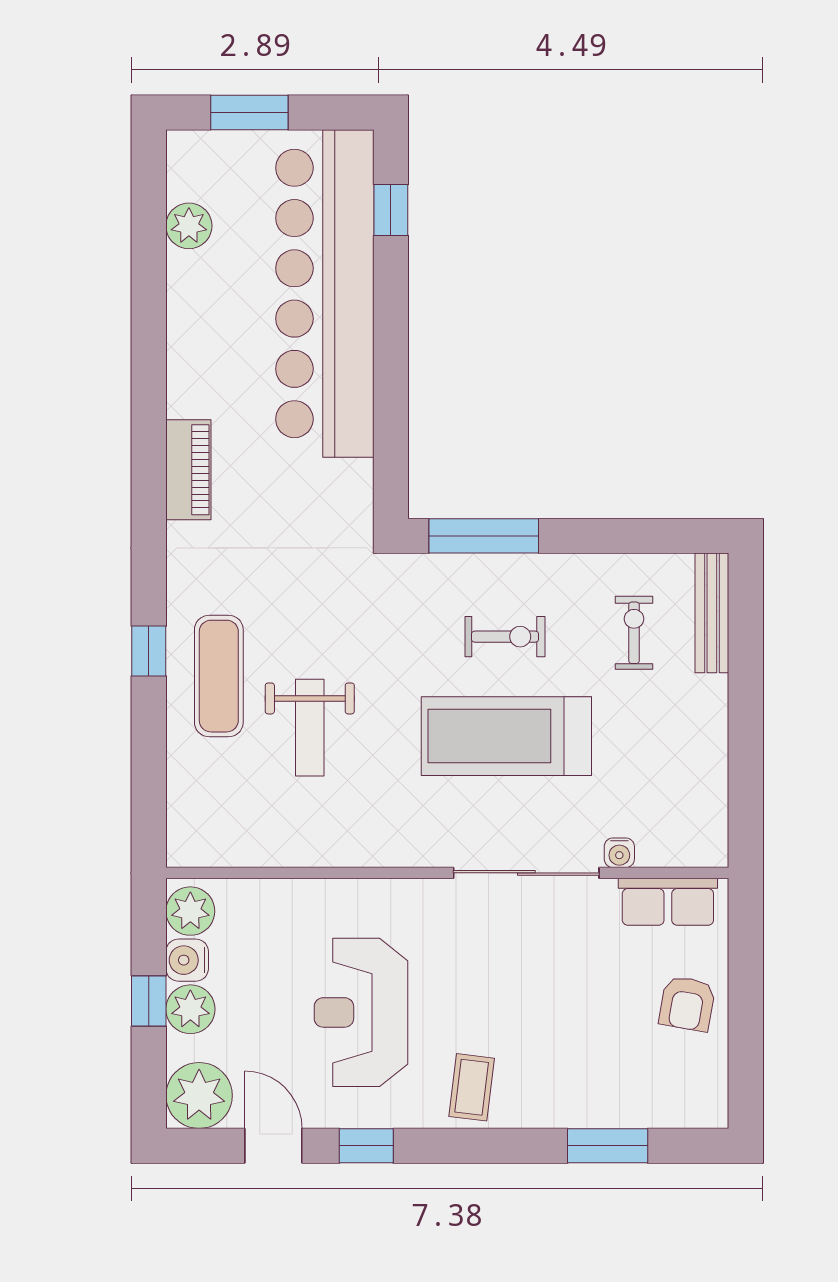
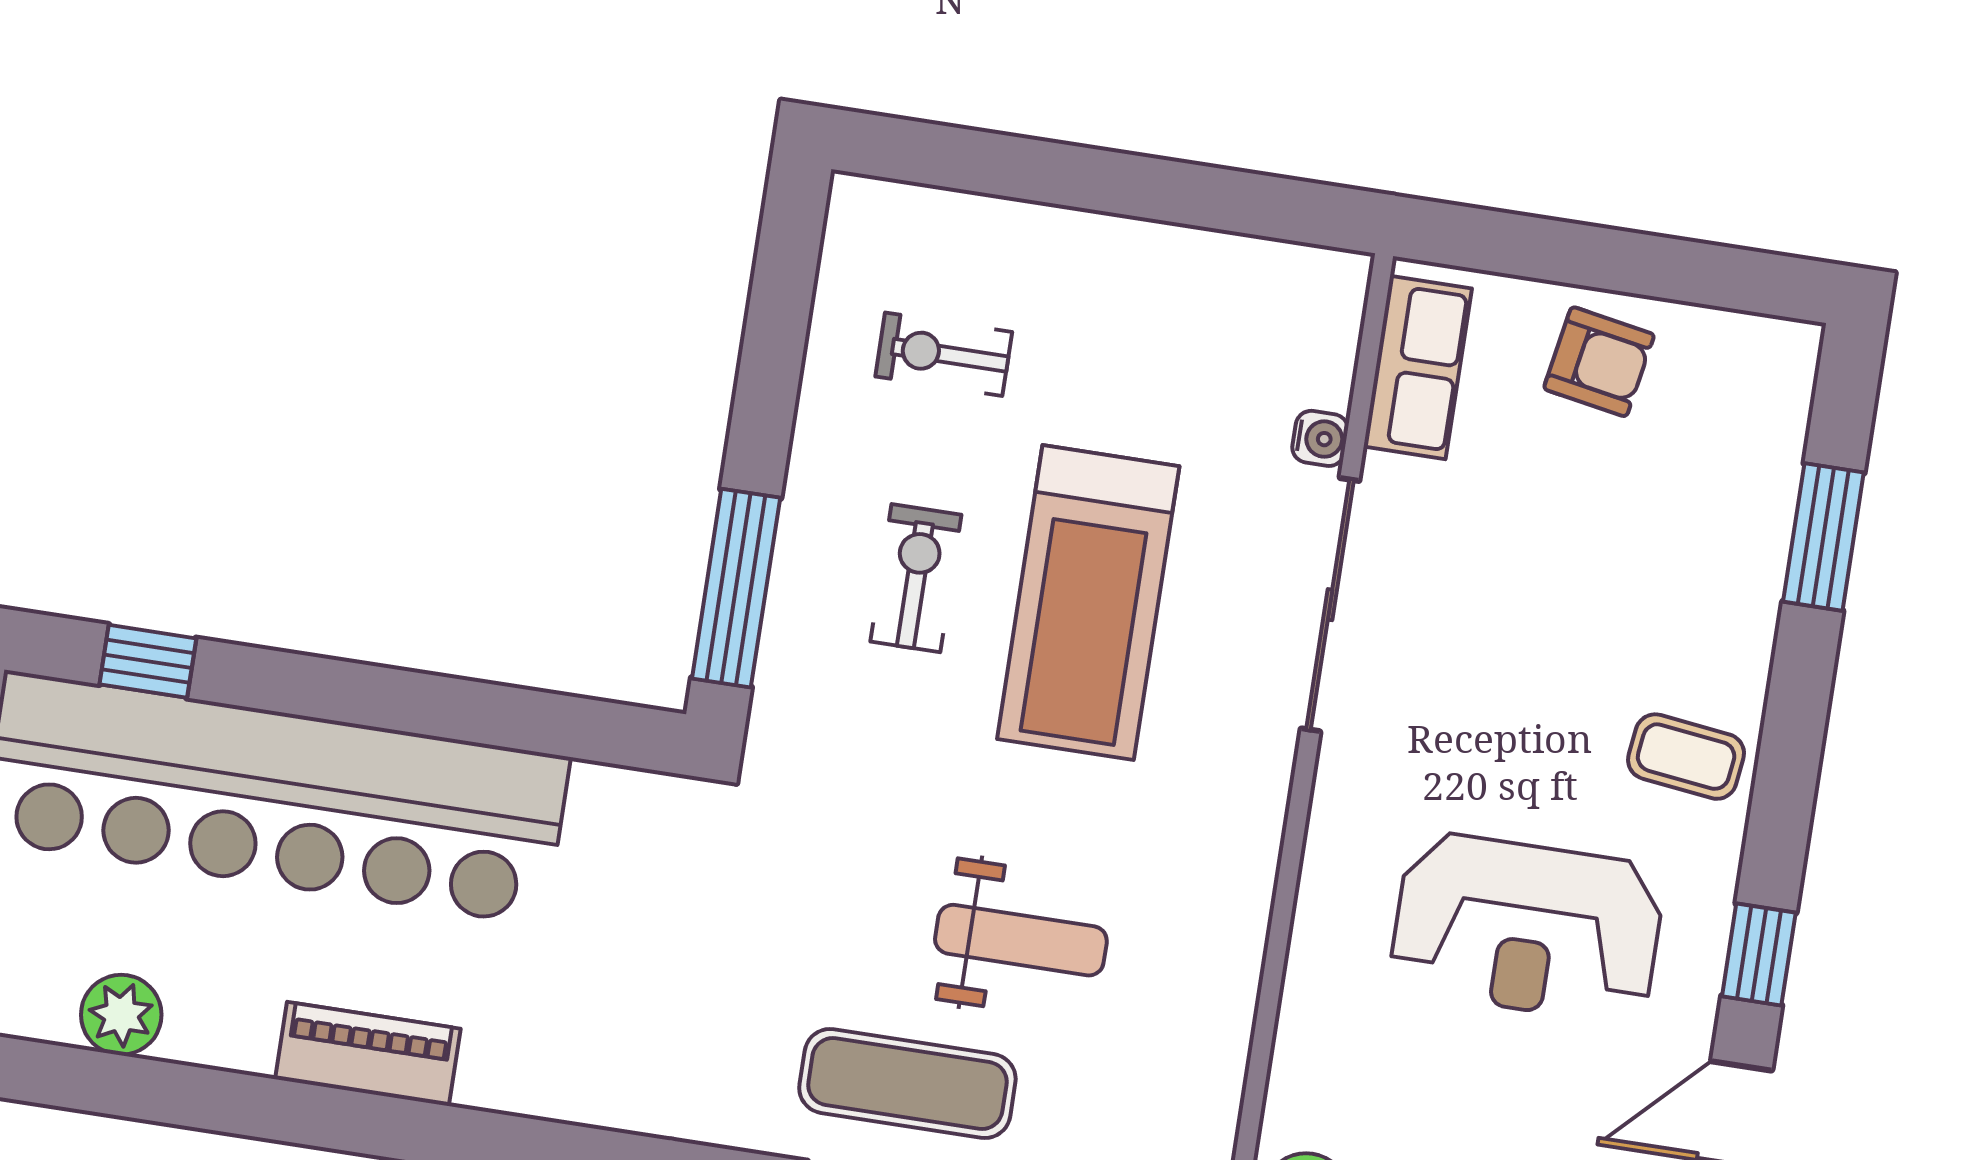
piano: (188, 470) -> (368, 1054), moved
bench: (712, 613) -> (930, 214), removed

